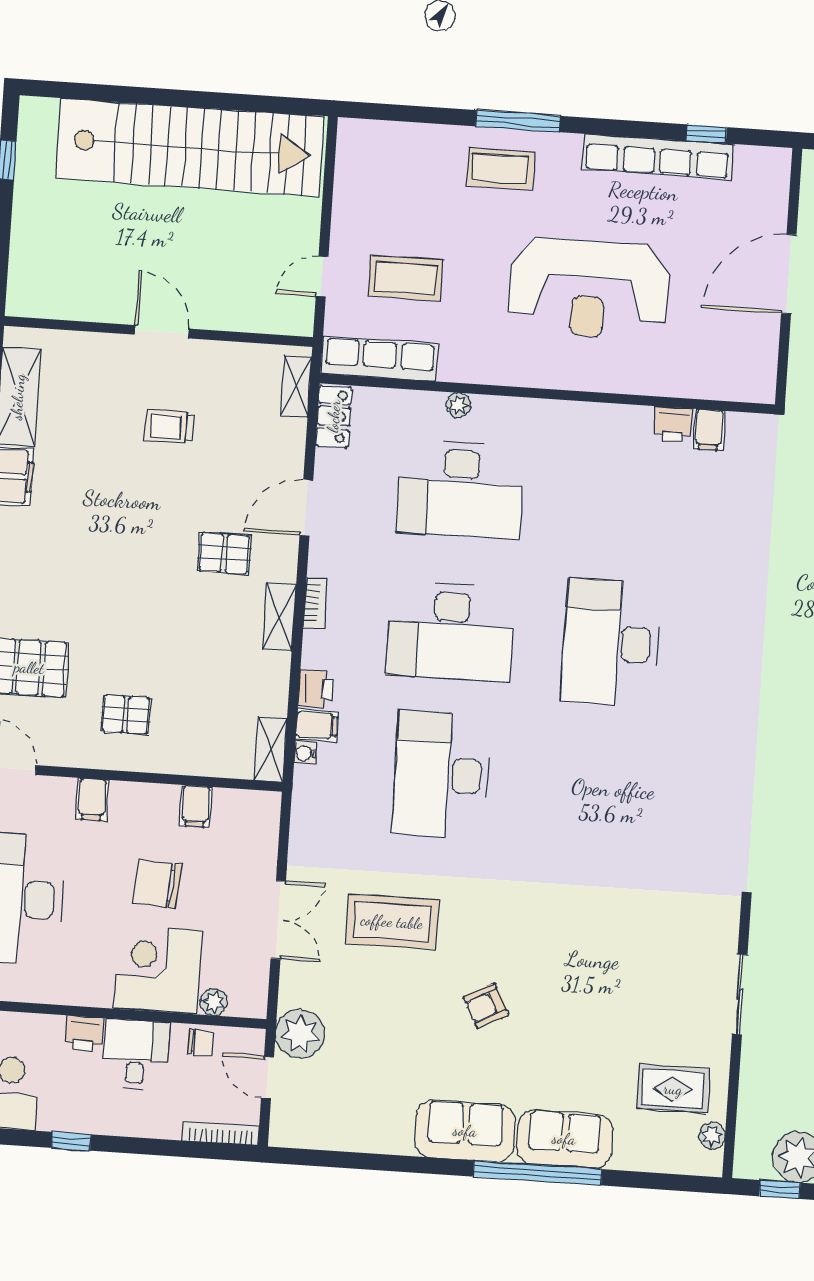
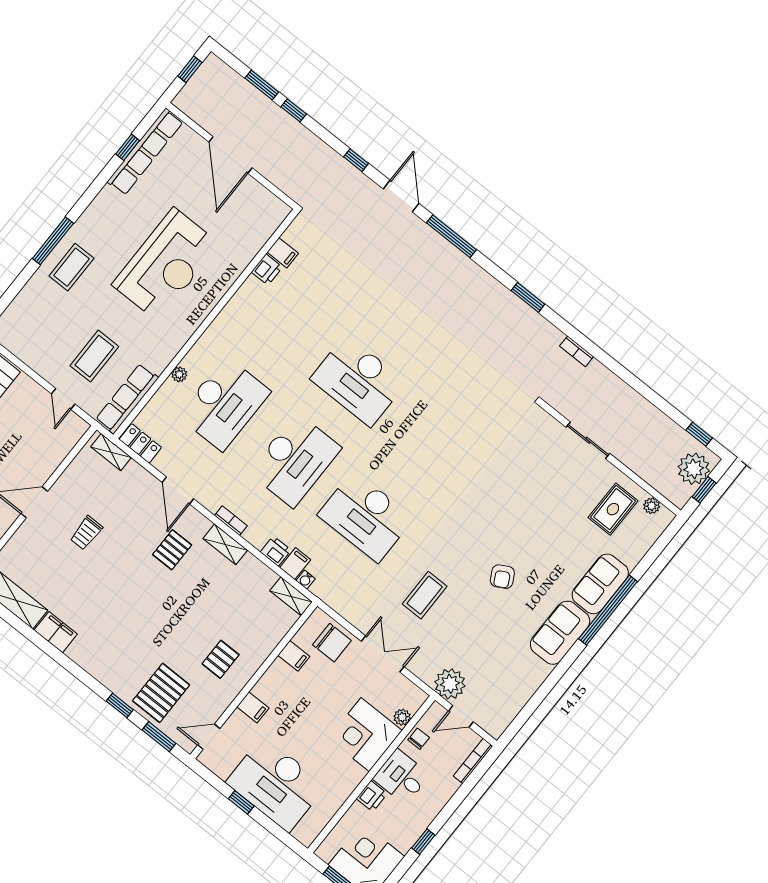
row of seats: (658, 157) -> (145, 152), moved
chair: (157, 884) -> (332, 643), moved, turned -94
coffee table: (392, 922) -> (425, 595), width x0.73, depth x0.76

